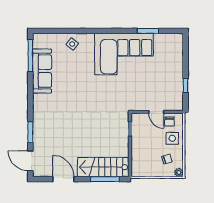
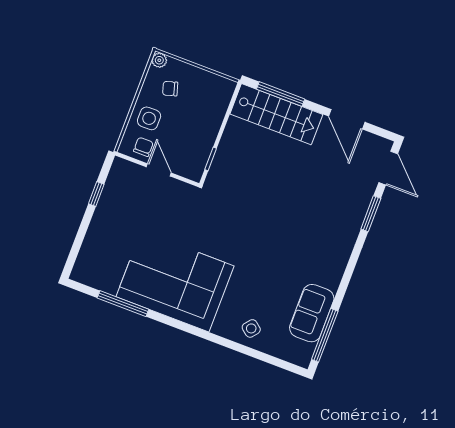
window: (148, 31) -> (123, 304), width x1.44
sofa: (42, 71) -> (312, 313), width x0.73

